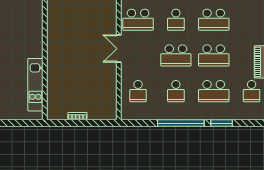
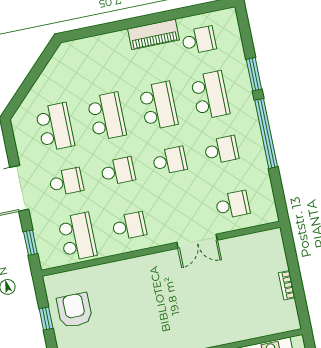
school desk: (138, 20) -> (129, 226), width x0.54
double door: (119, 49) -> (197, 241), moved
school desk: (176, 55) -> (170, 161), width x0.54

